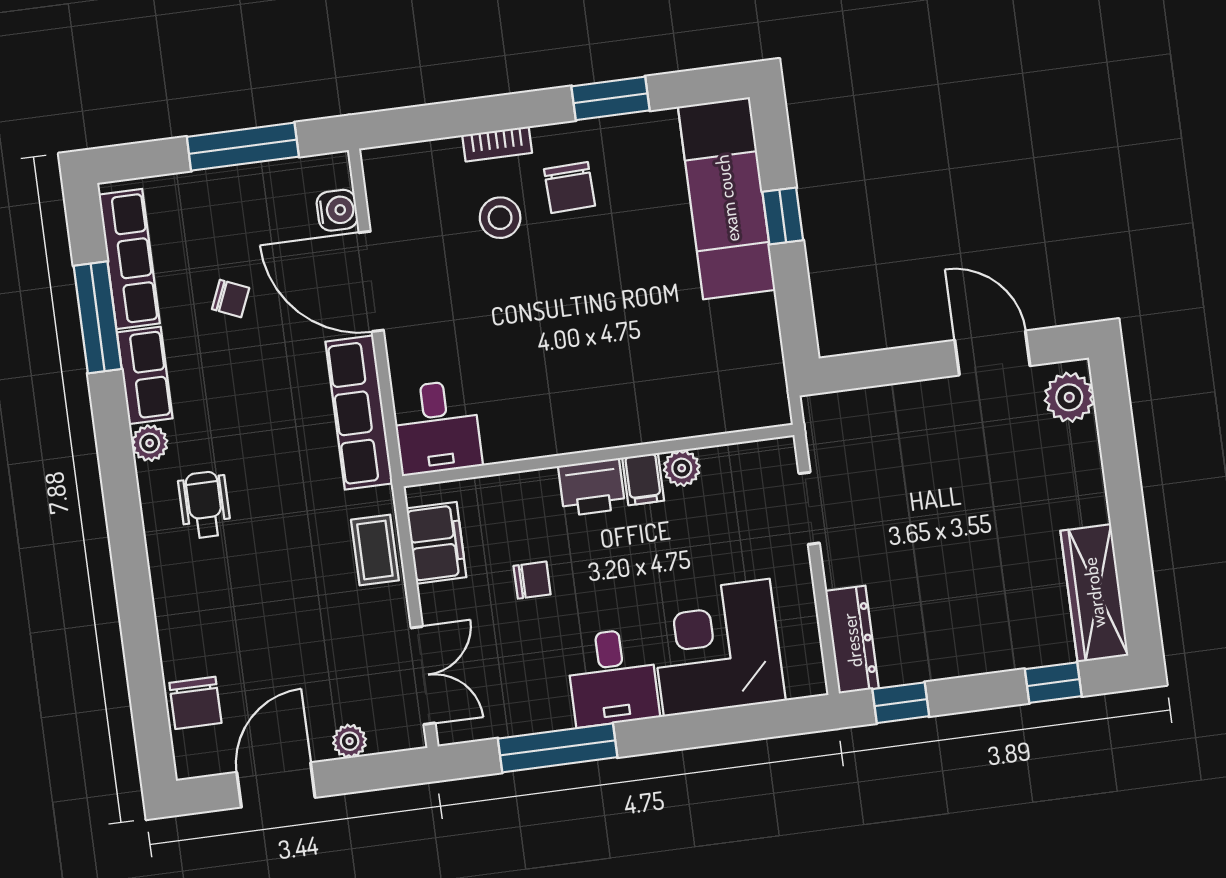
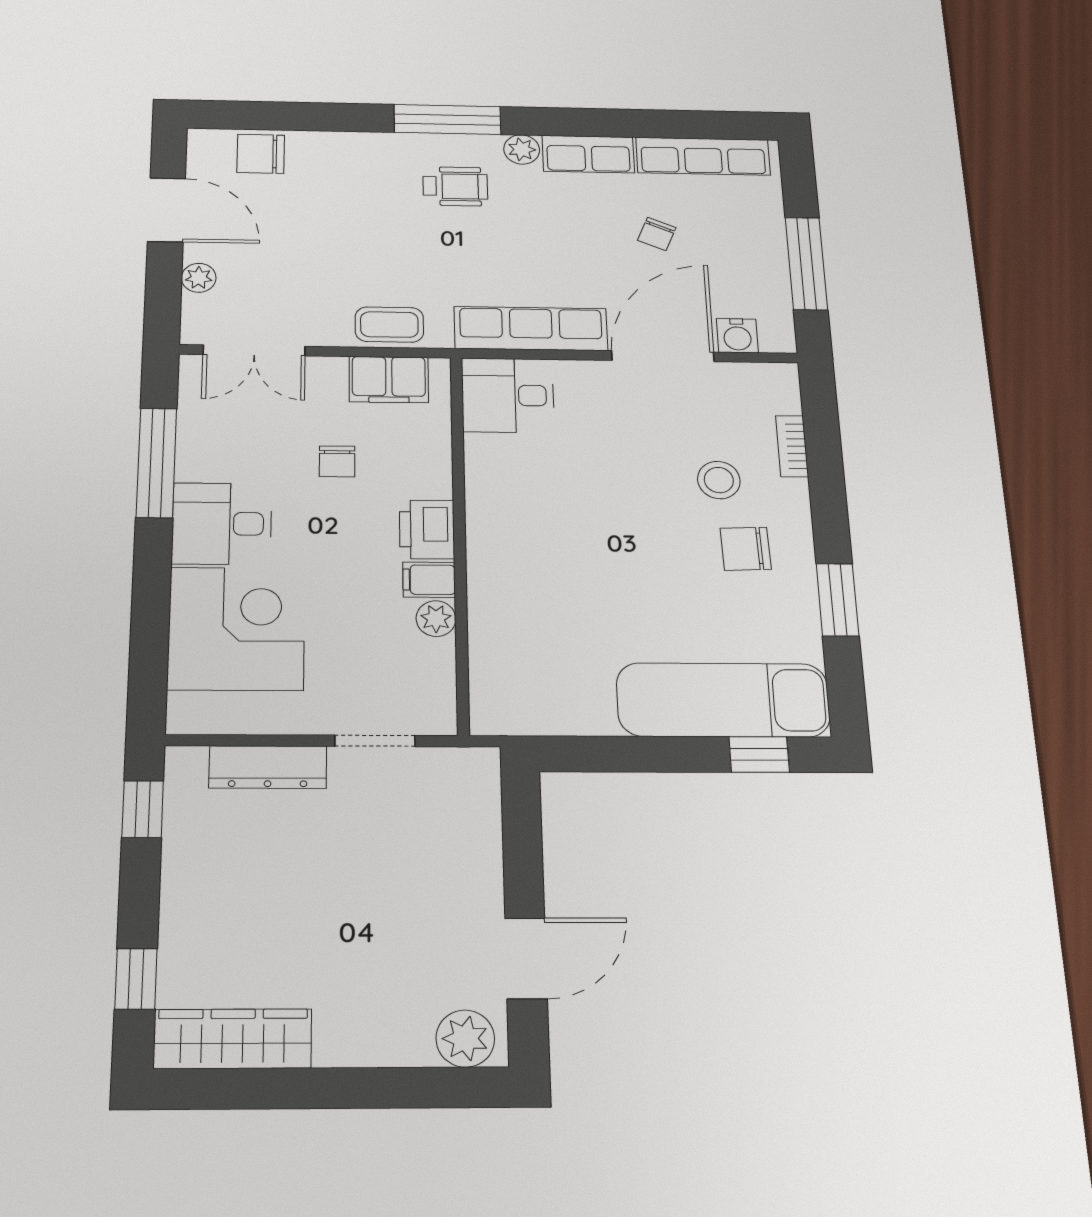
bookcase: (497, 144) -> (792, 446), moved
window: (783, 216) -> (759, 754), moved
window: (98, 317) -> (448, 120), moved
dresser: (852, 640) -> (268, 767), moved

